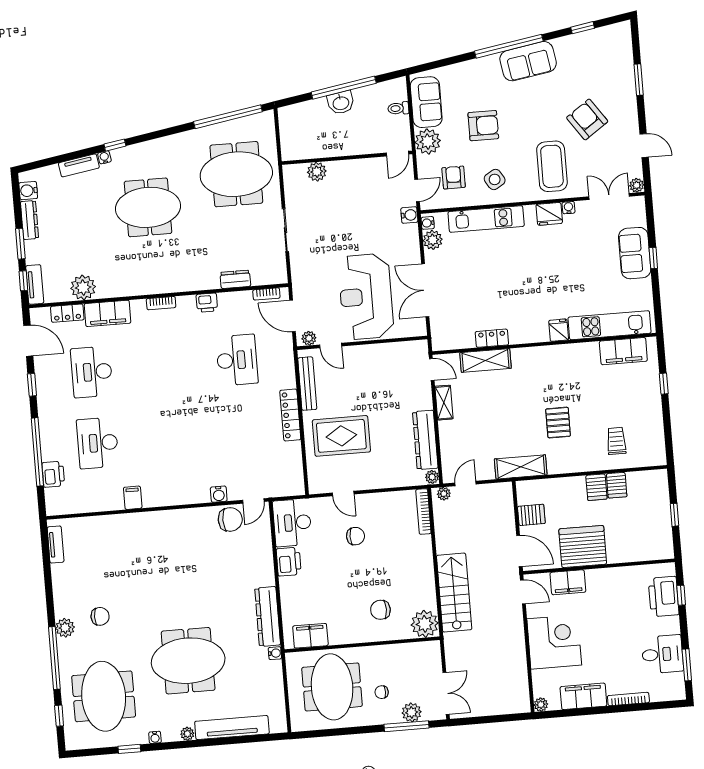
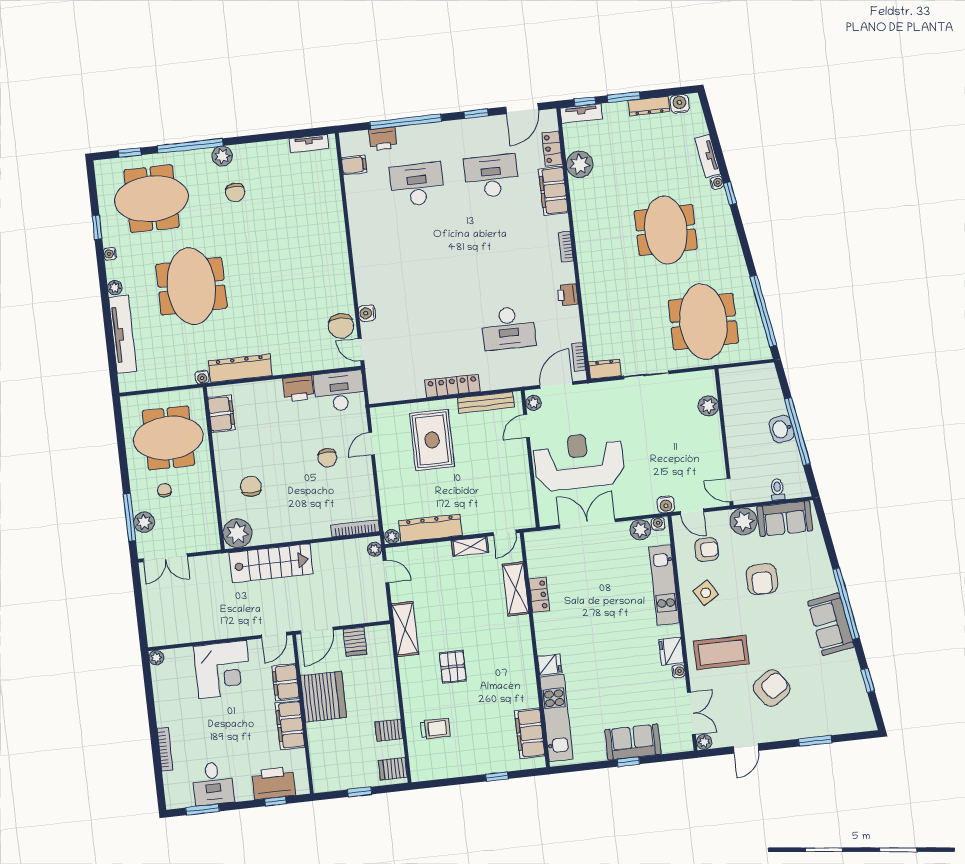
dresser: (235, 279) -> (605, 369), moved, turned -90
pallet: (558, 423) -> (453, 667), turned 90
server rack: (596, 487) -> (393, 769), moved
filing cabinet: (133, 498) -> (354, 165), moved
filing cabinet: (583, 696) -> (290, 725), moved, turned 180

